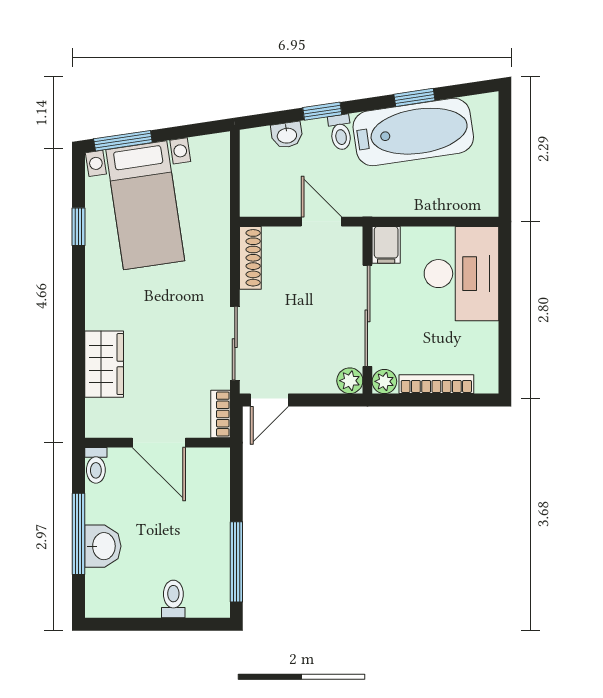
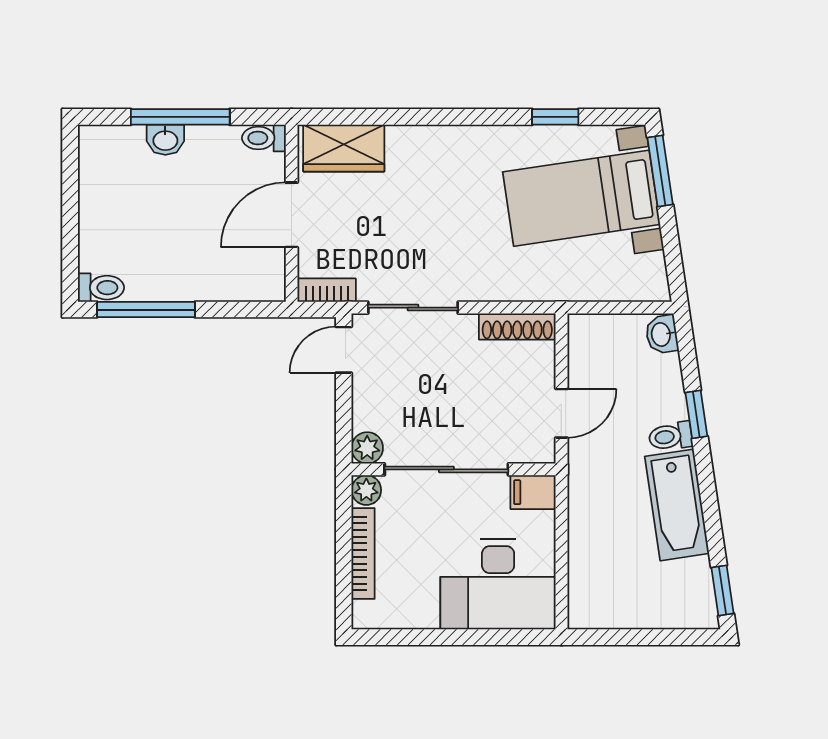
window: (414, 97) -> (723, 590), moved
bathtub: (413, 132) -> (677, 505), width x0.73, depth x0.73
washbasin: (287, 135) -> (662, 334), moved
wardrobe: (104, 364) -> (344, 148), moved
door: (269, 400) -> (344, 350), hinge flipped
washbasin: (103, 546) -> (165, 140), width x0.72, depth x0.69
toilet: (173, 599) -> (101, 288), moved

